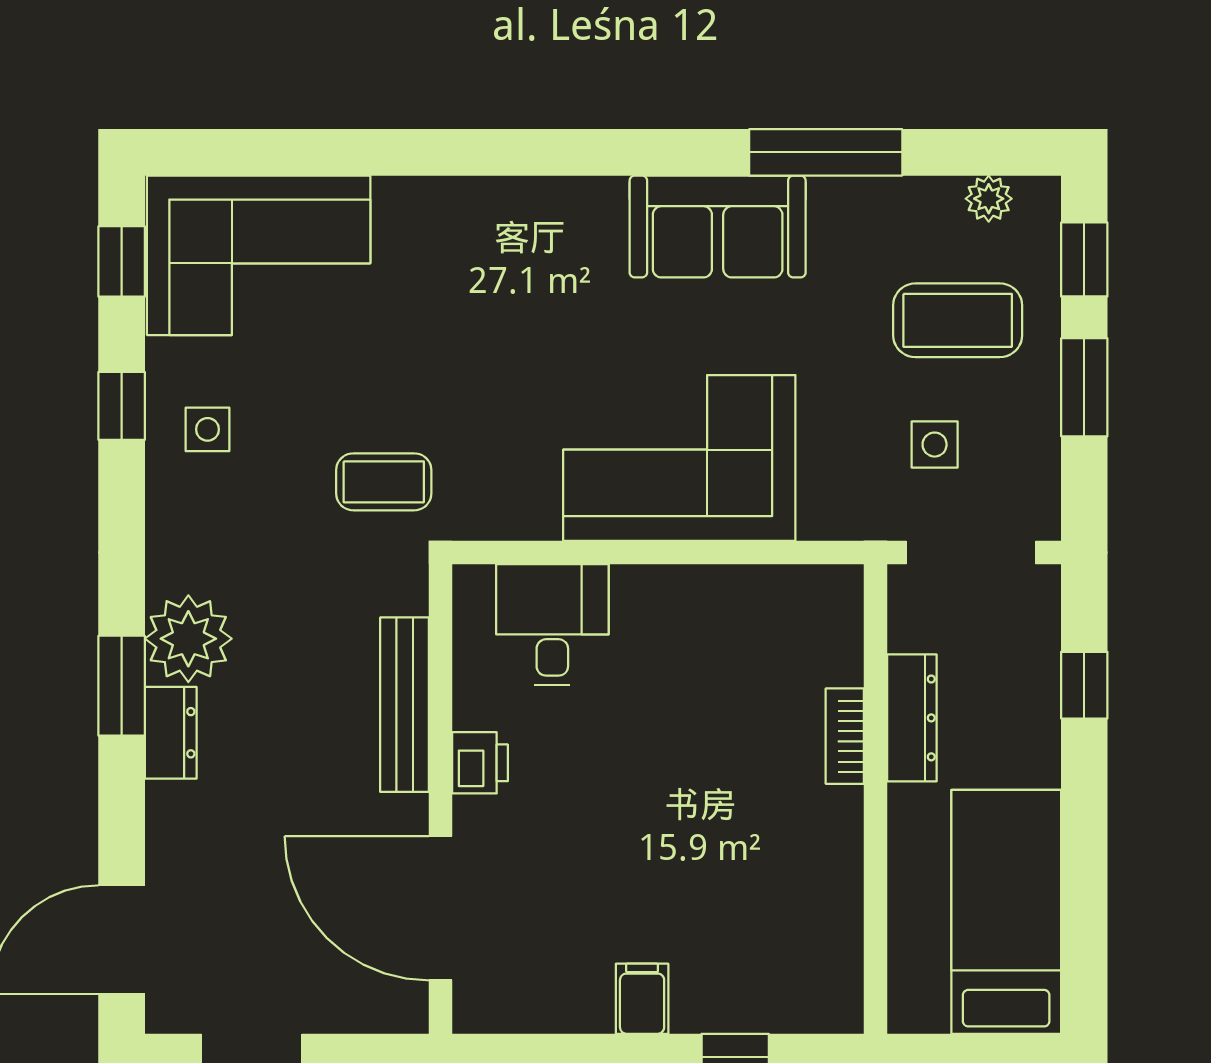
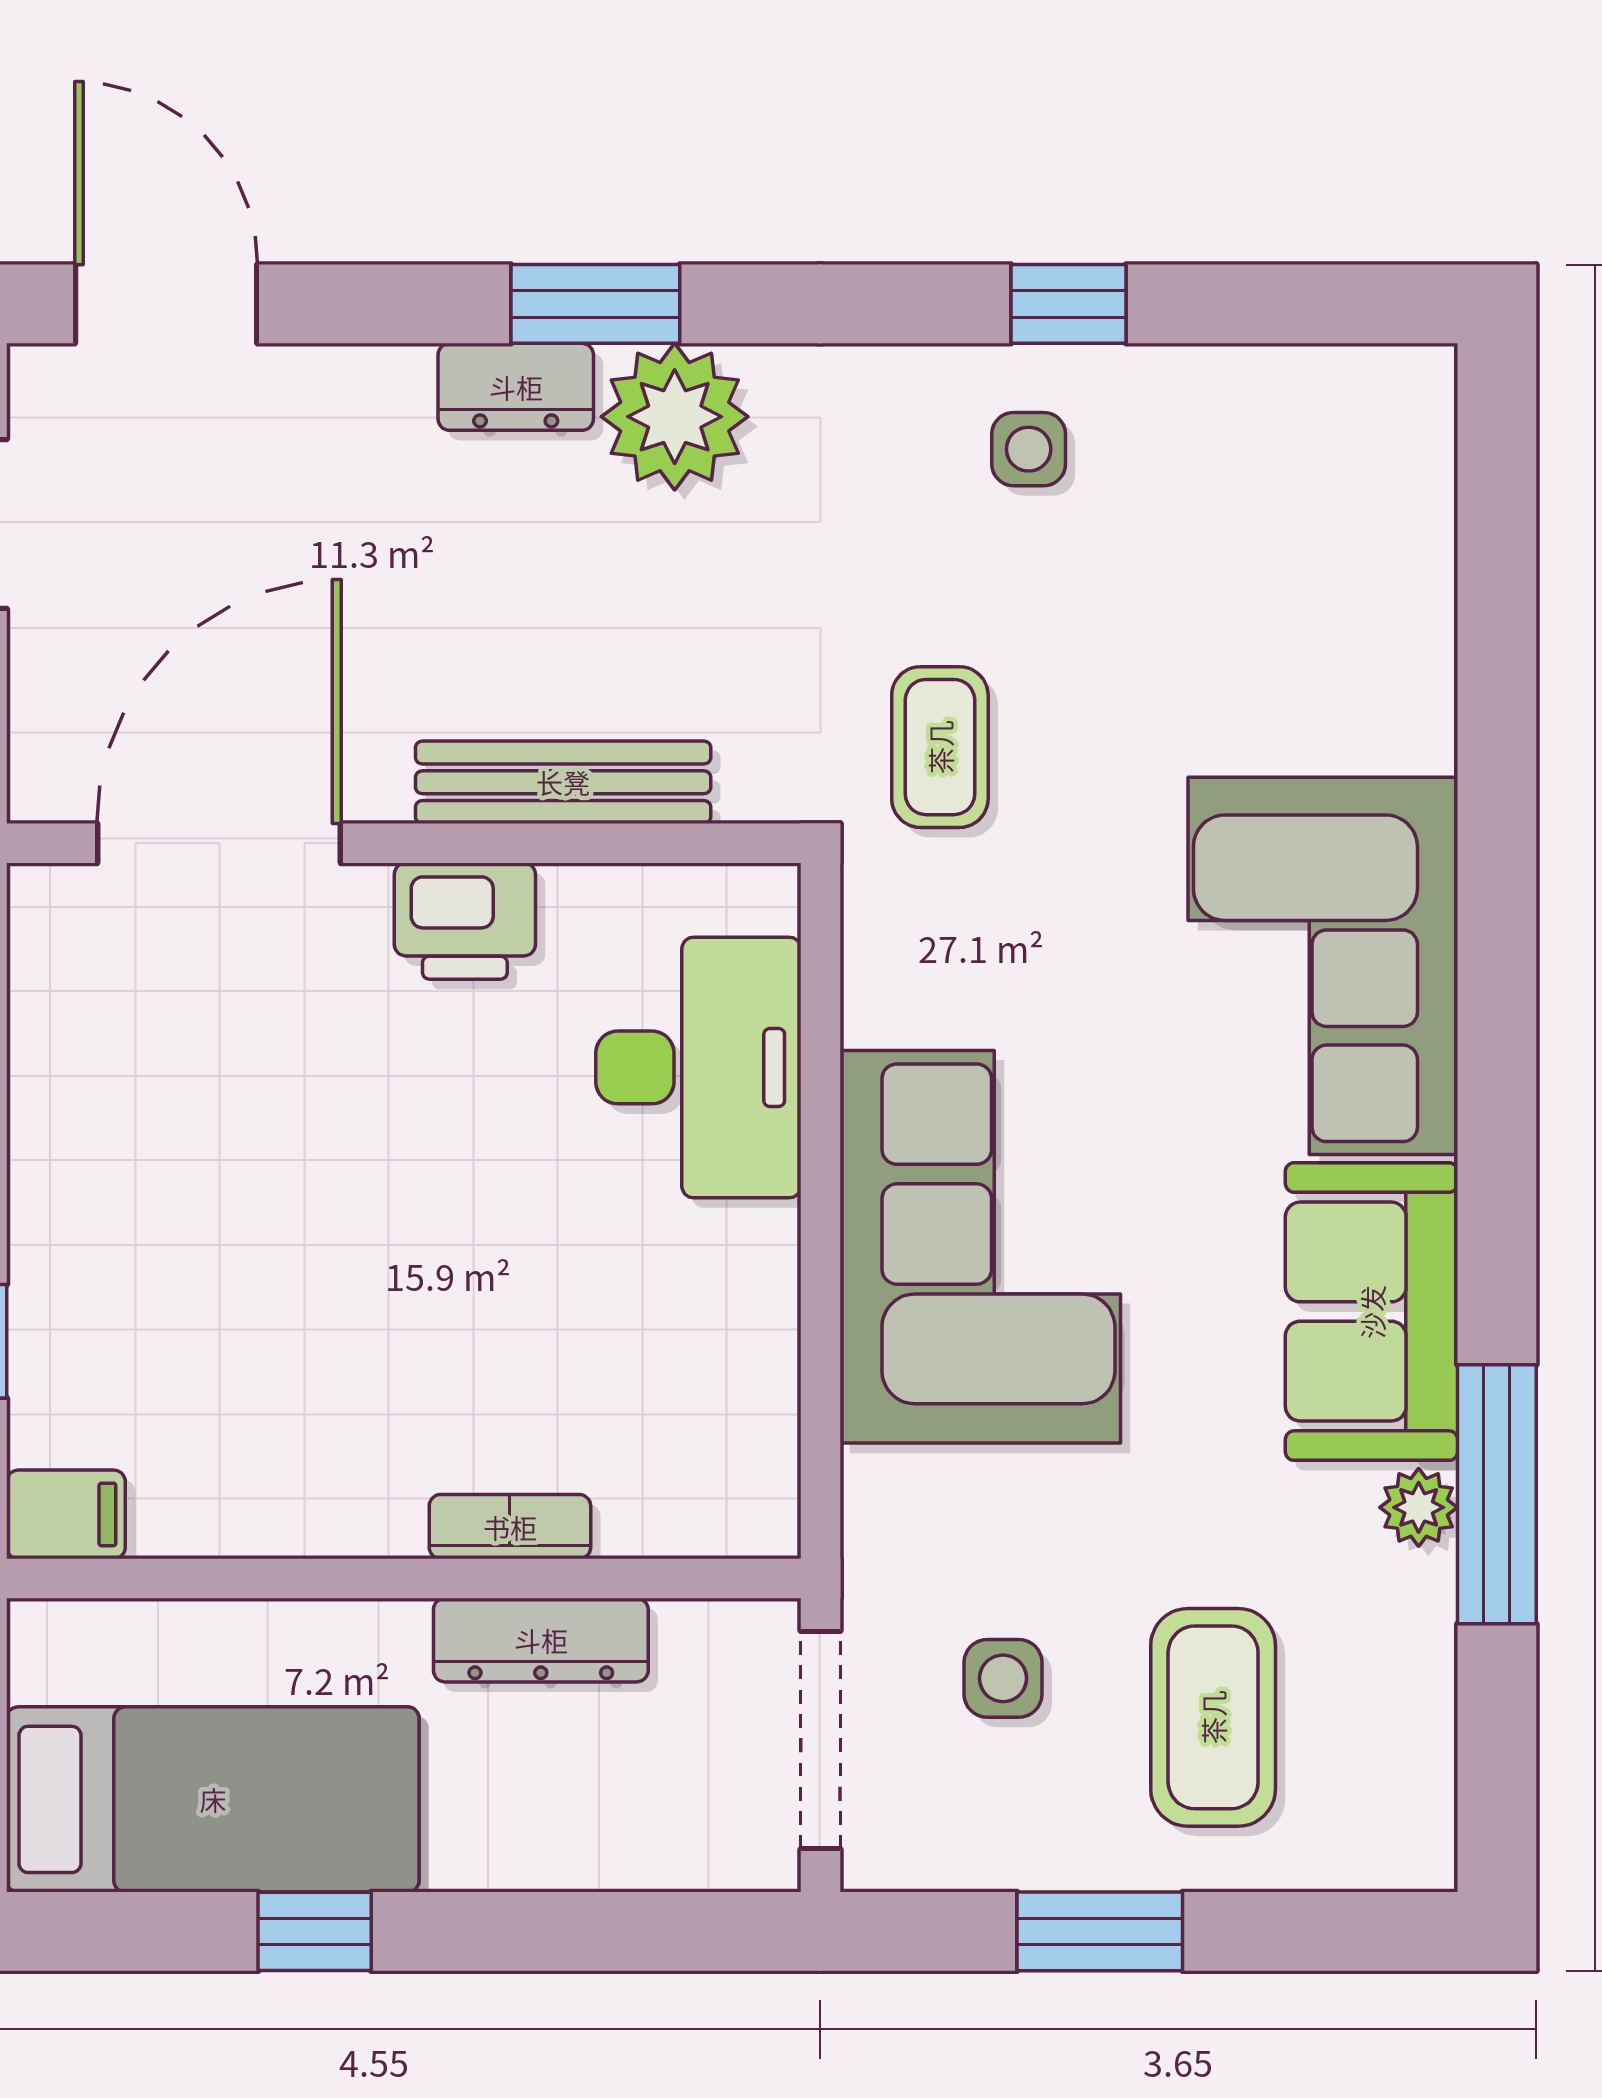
plant: (989, 199) -> (1419, 1507), moved
corner sofa: (259, 255) -> (1323, 966), moved
window: (1084, 259) -> (1316, 1931), removed
window: (122, 261) -> (1313, 304), removed
desk: (552, 625) -> (698, 1067), width x1.37
window: (1084, 685) -> (315, 1931), moved
printer: (480, 763) -> (465, 921), width x1.36, depth x1.24
filing cabinet: (642, 999) -> (66, 1514), moved

